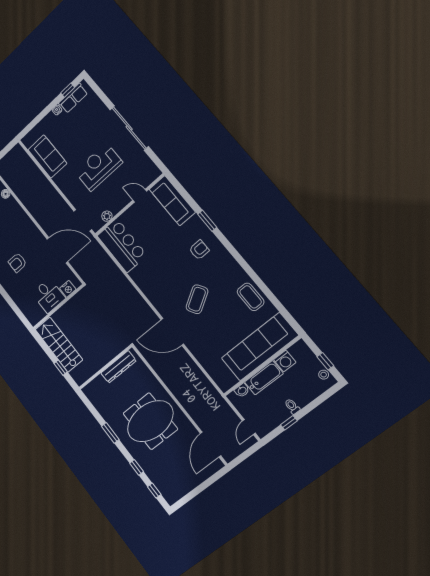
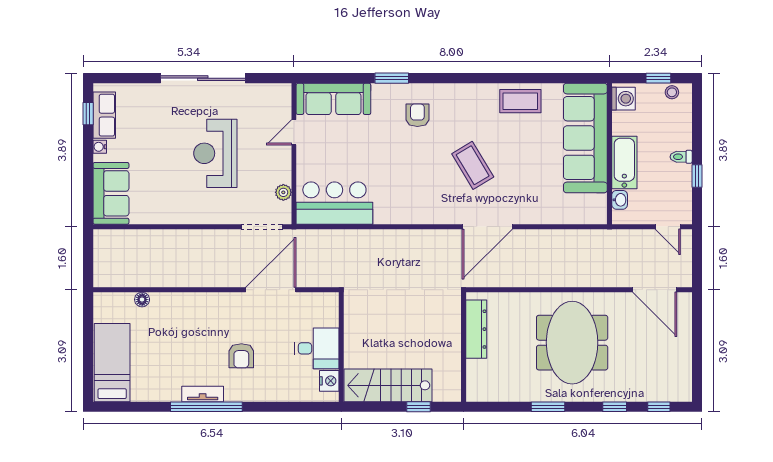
sofa: (47, 156) -> (111, 193), moved, turned 90
nightstand: (68, 289) -> (329, 381), moved
washing machine: (285, 361) -> (623, 99), moved

